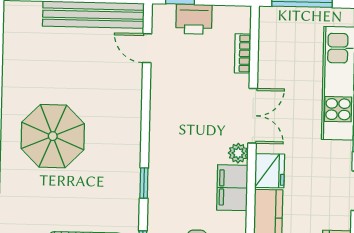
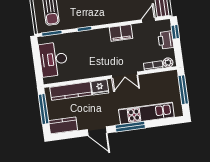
plant: (238, 153) -> (168, 63), moved
filing cabinet: (232, 188) -> (121, 33), moved, turned 180

